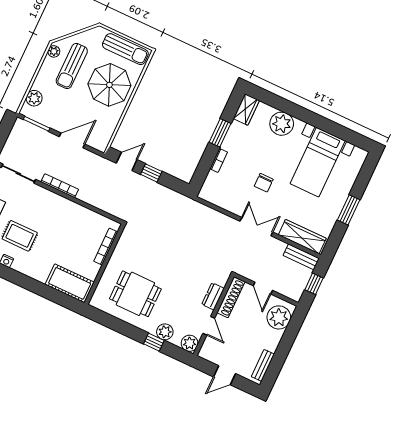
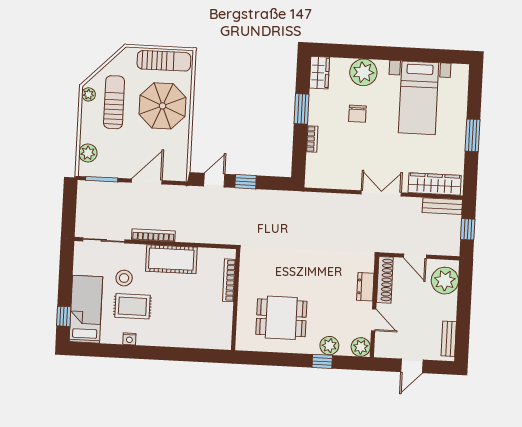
sun lounger: (72, 66) -> (114, 102), turned 180
chair: (264, 183) -> (357, 114), moved
stool: (22, 210) -> (124, 278), added
cot: (70, 283) -> (171, 259), moved

